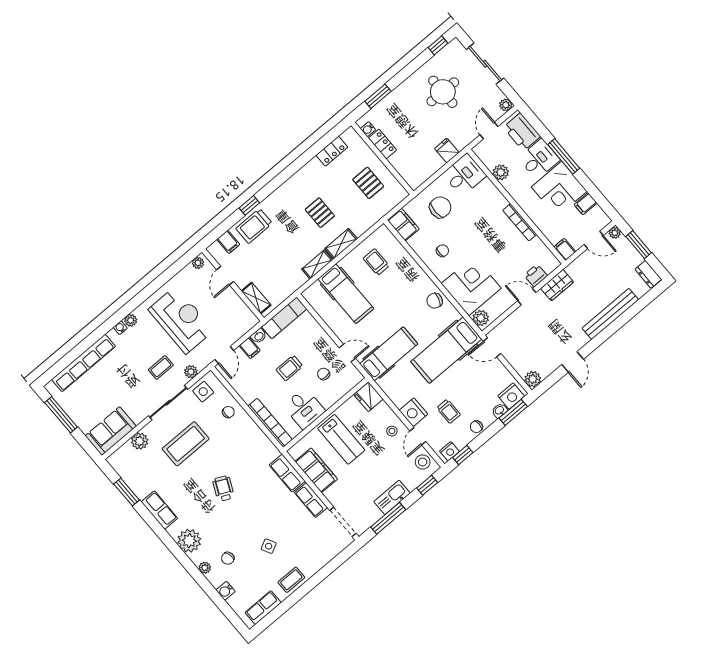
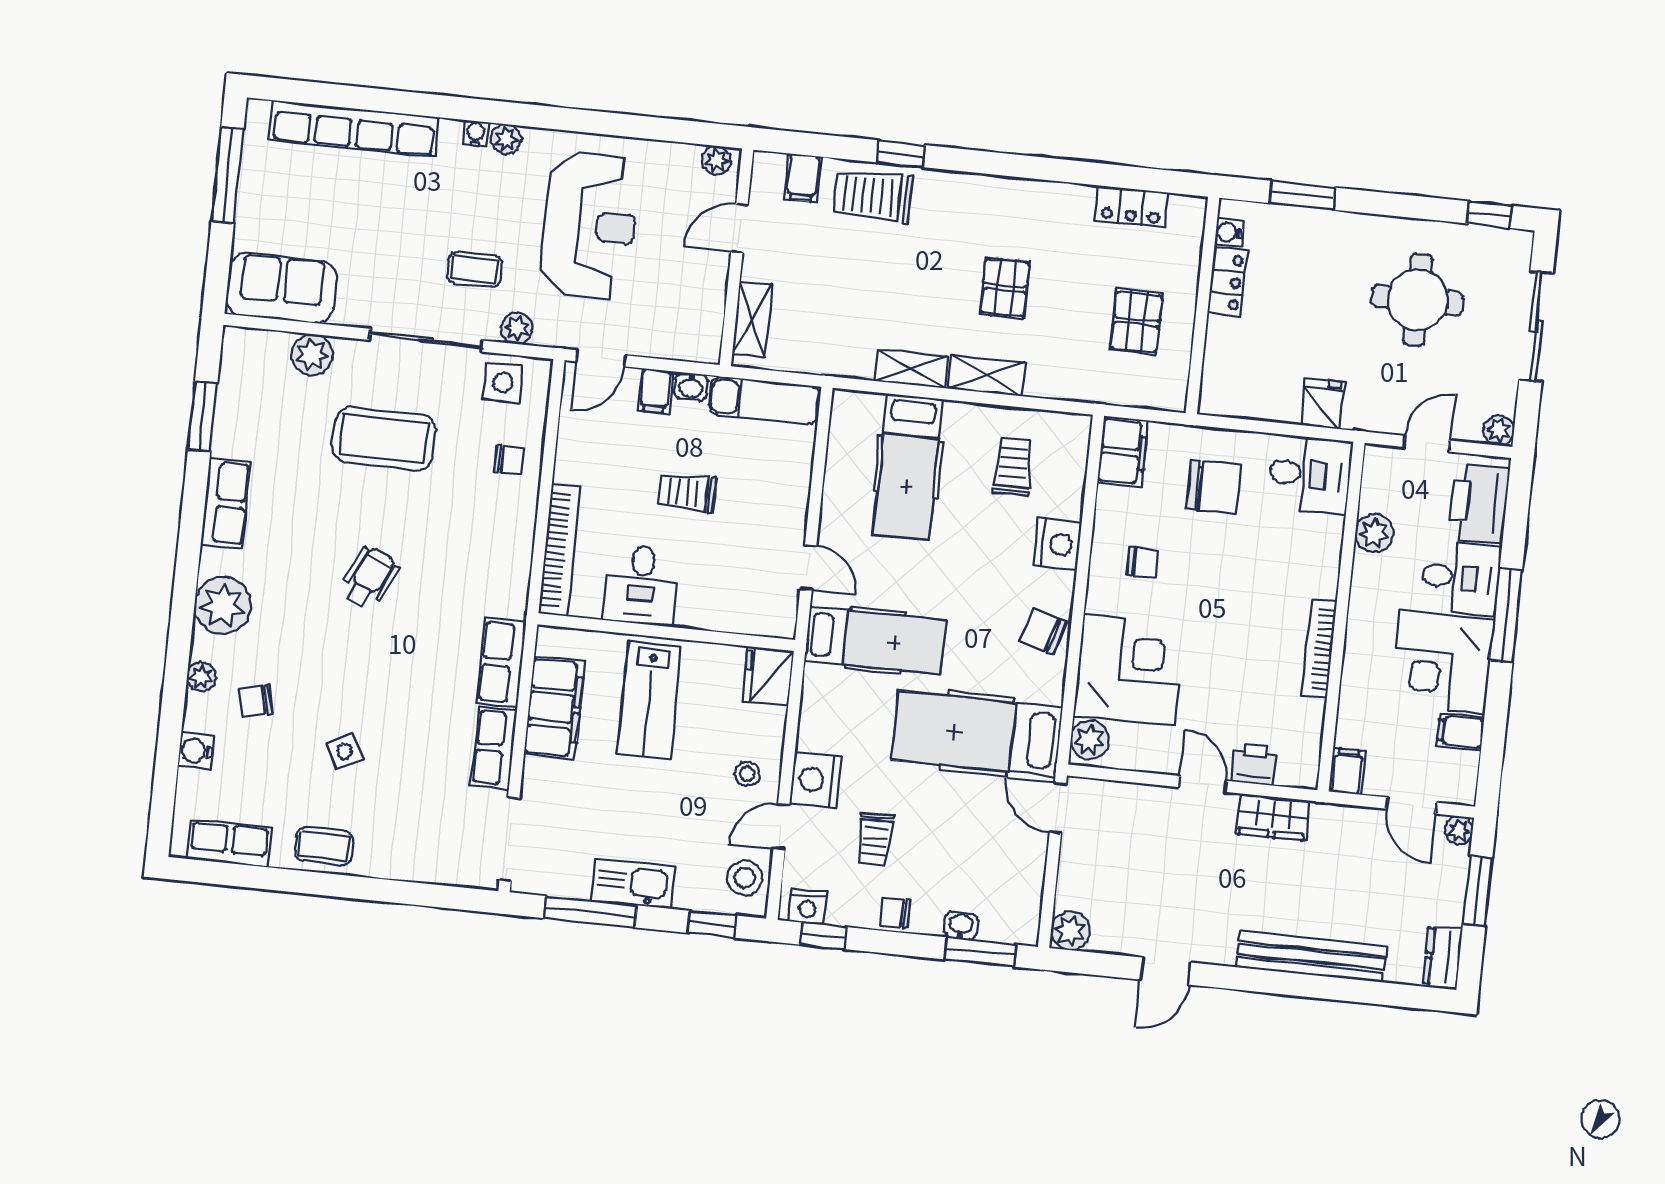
chair: (324, 374) -> (733, 561), removed
nightstand: (511, 396) -> (1058, 544), moved, turned -90

